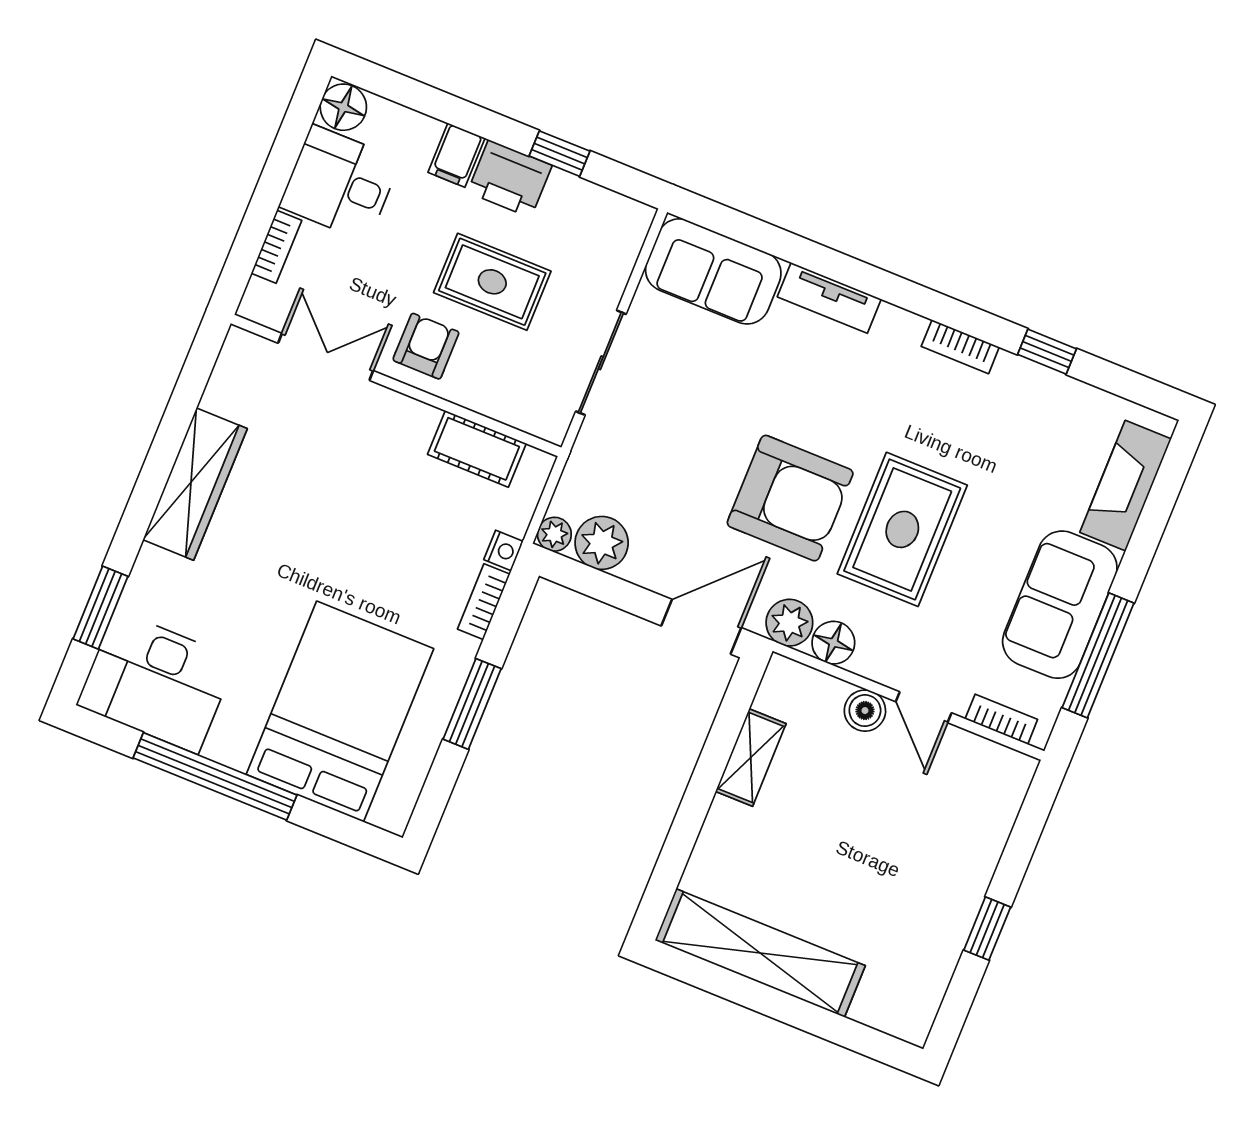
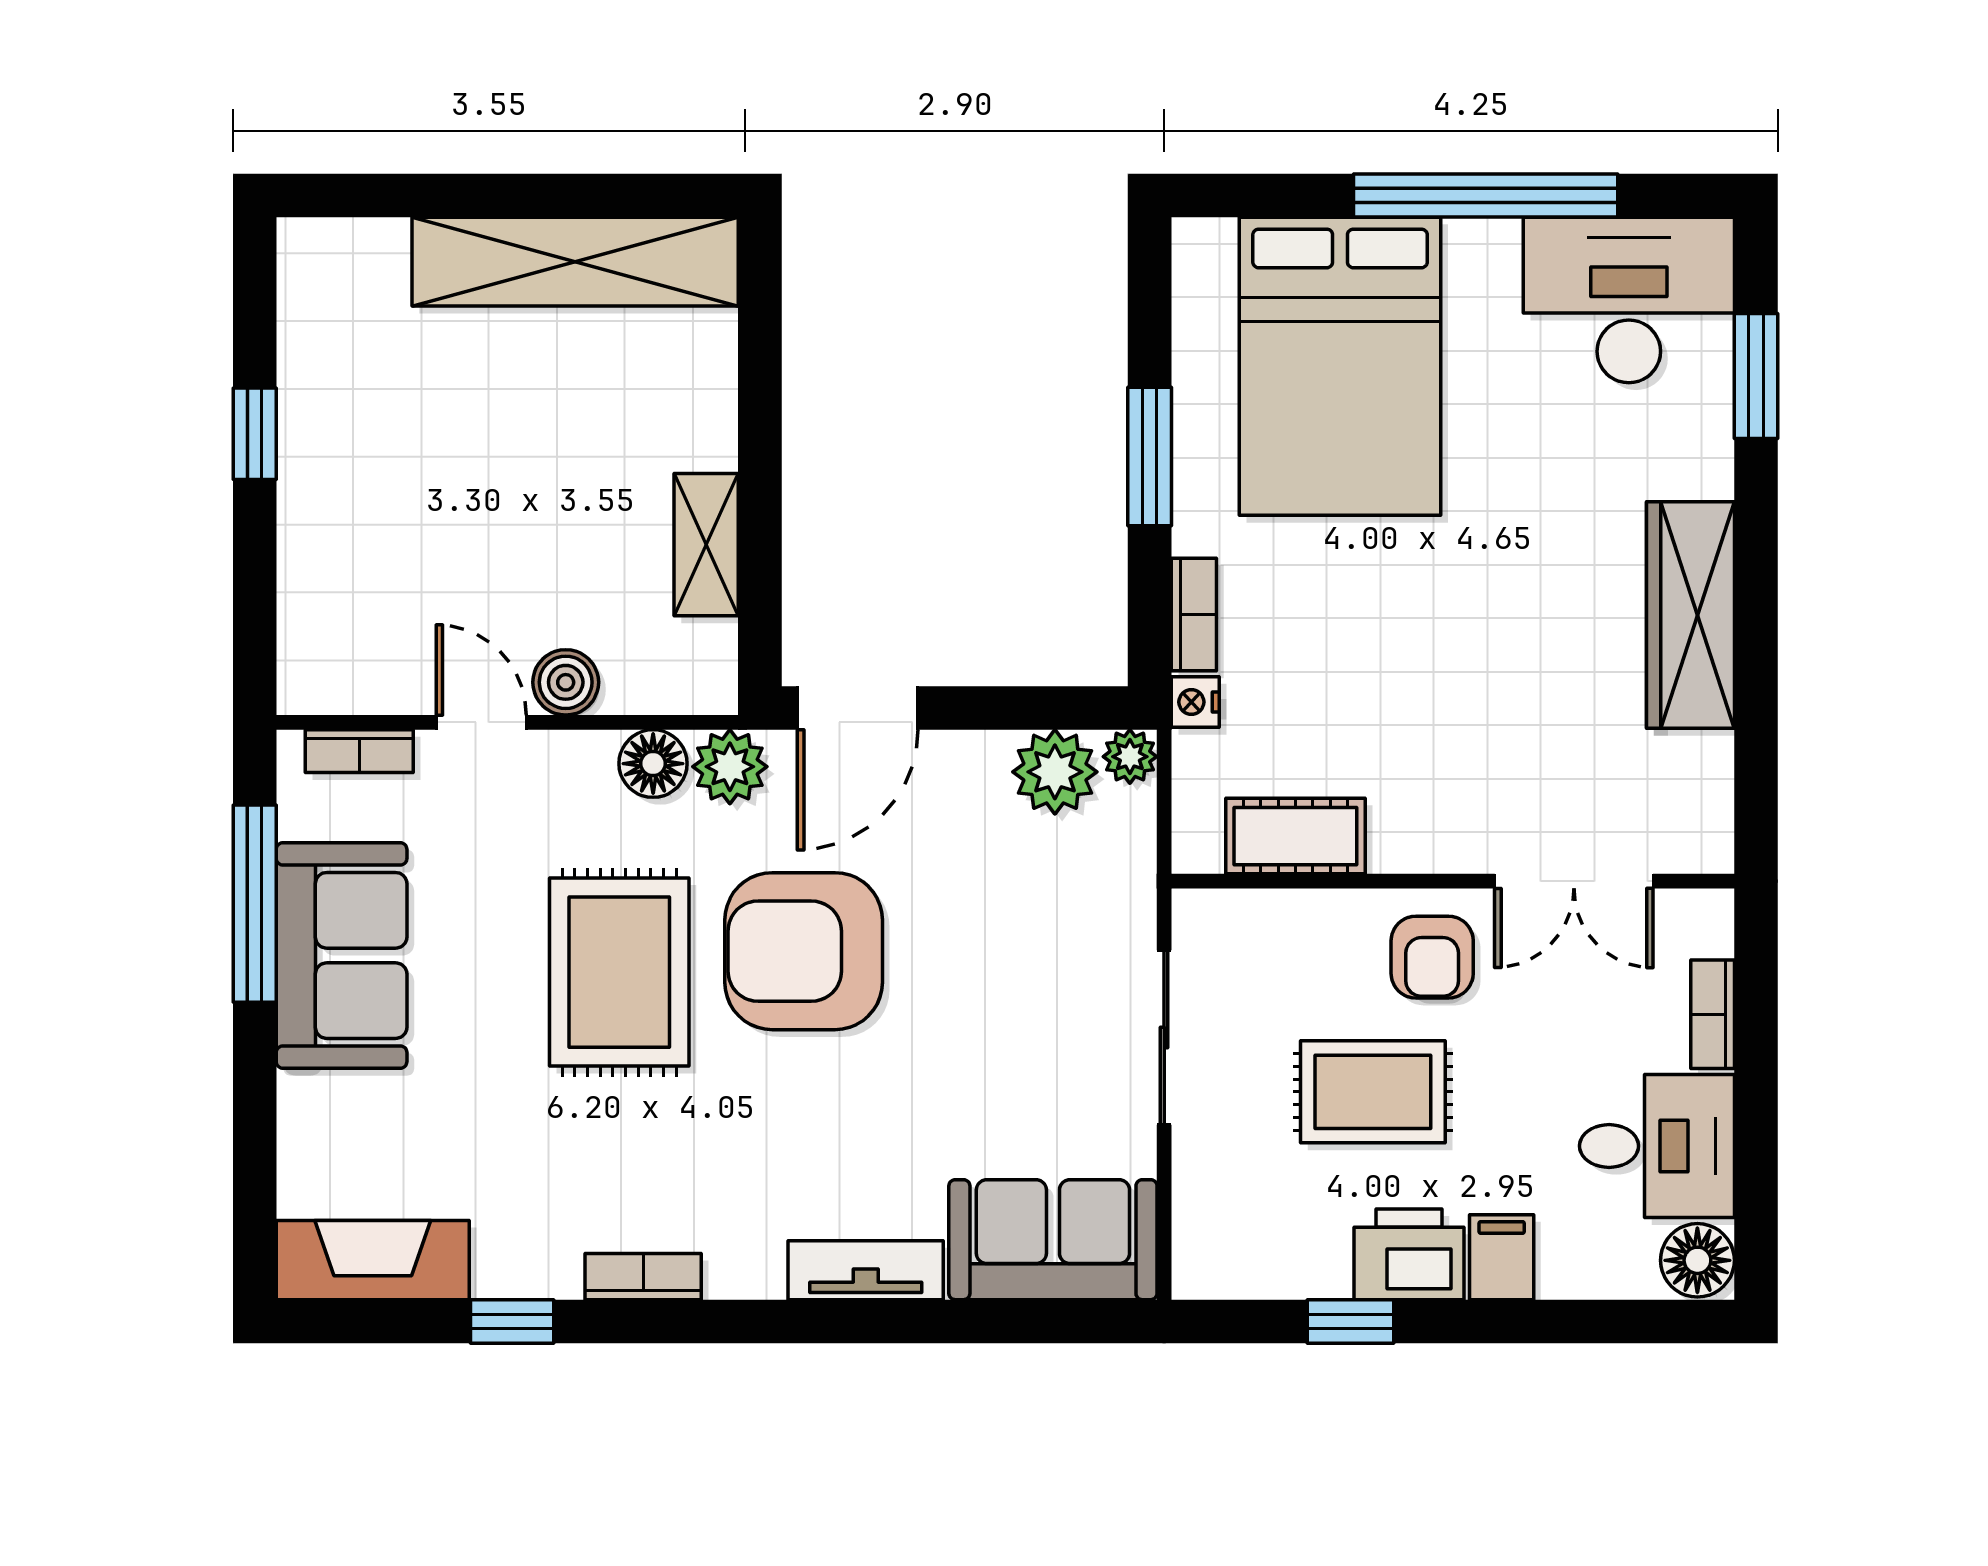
fireplace: (1125, 486) -> (373, 1260), moved, turned -90

